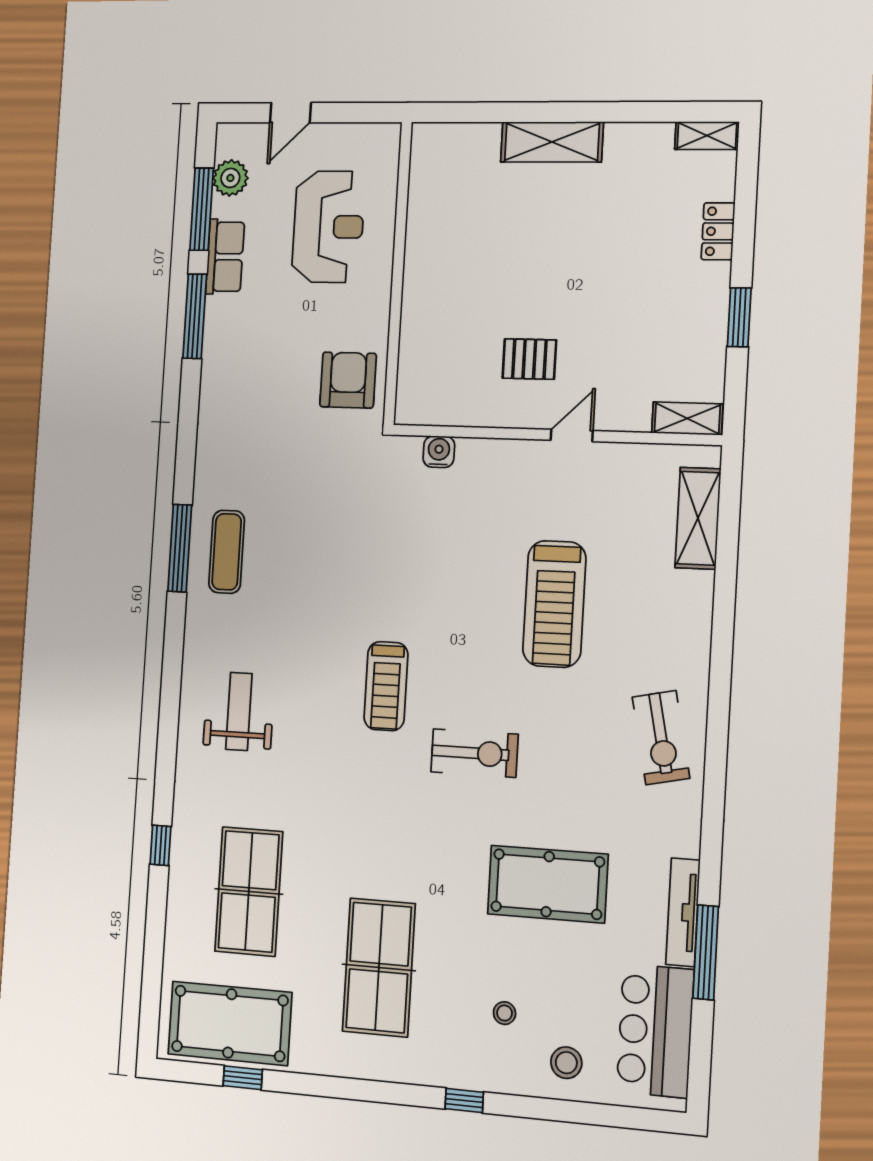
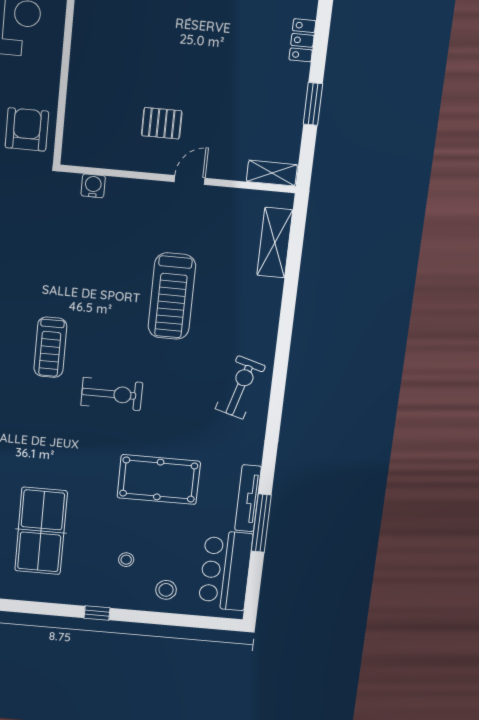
exercise bike: (661, 738) -> (240, 387), turned -152

